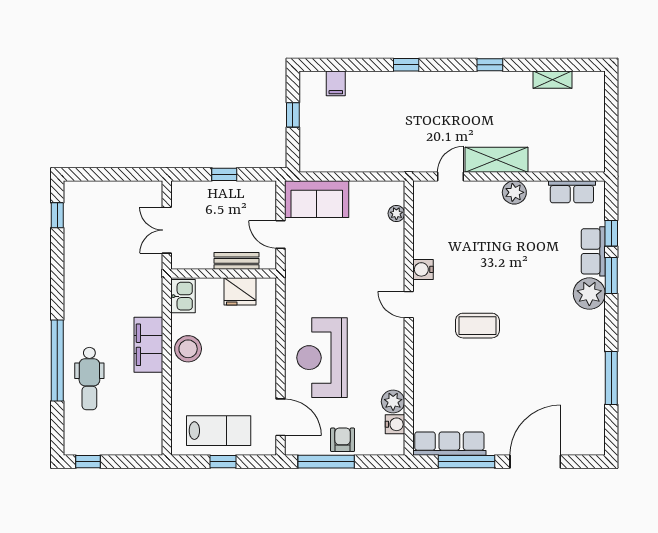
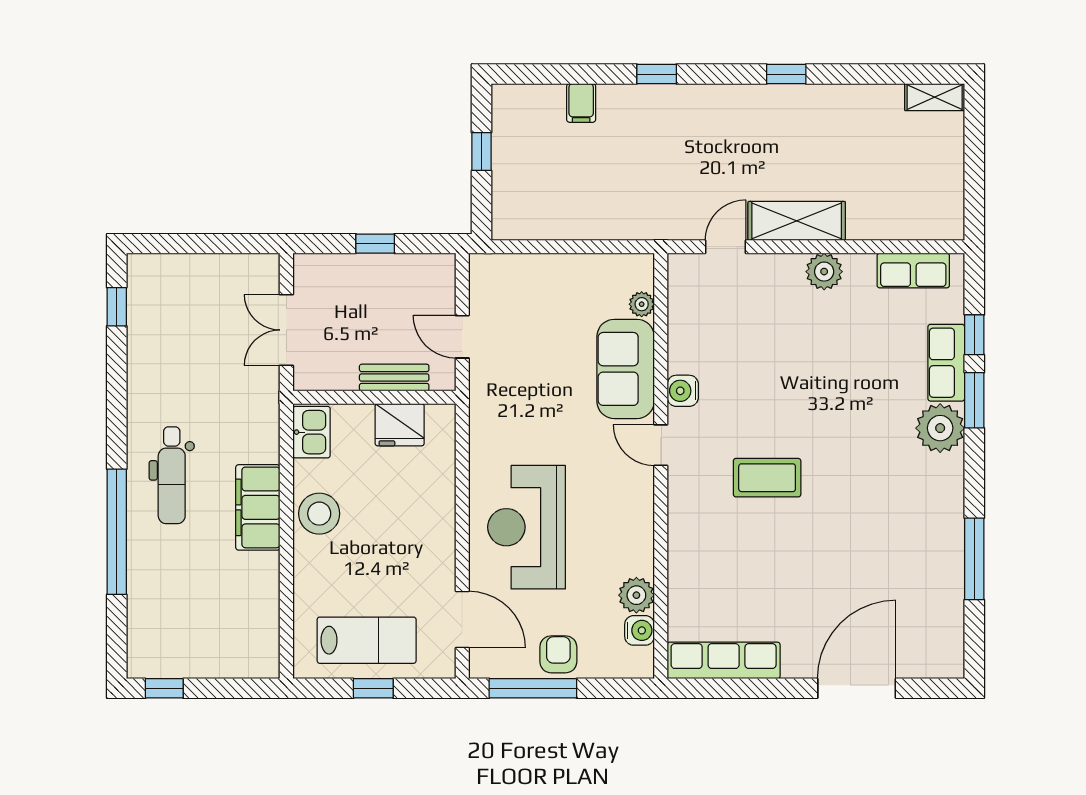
shelving: (552, 80) -> (935, 97), moved
filing cabinet: (336, 83) -> (581, 103), moved
sofa: (317, 199) -> (626, 369), moved, turned 90
dental chair: (89, 379) -> (172, 475), moved
window: (466, 462) -> (750, 688), removed

